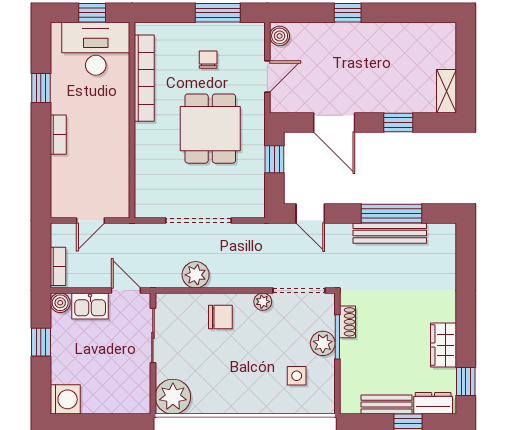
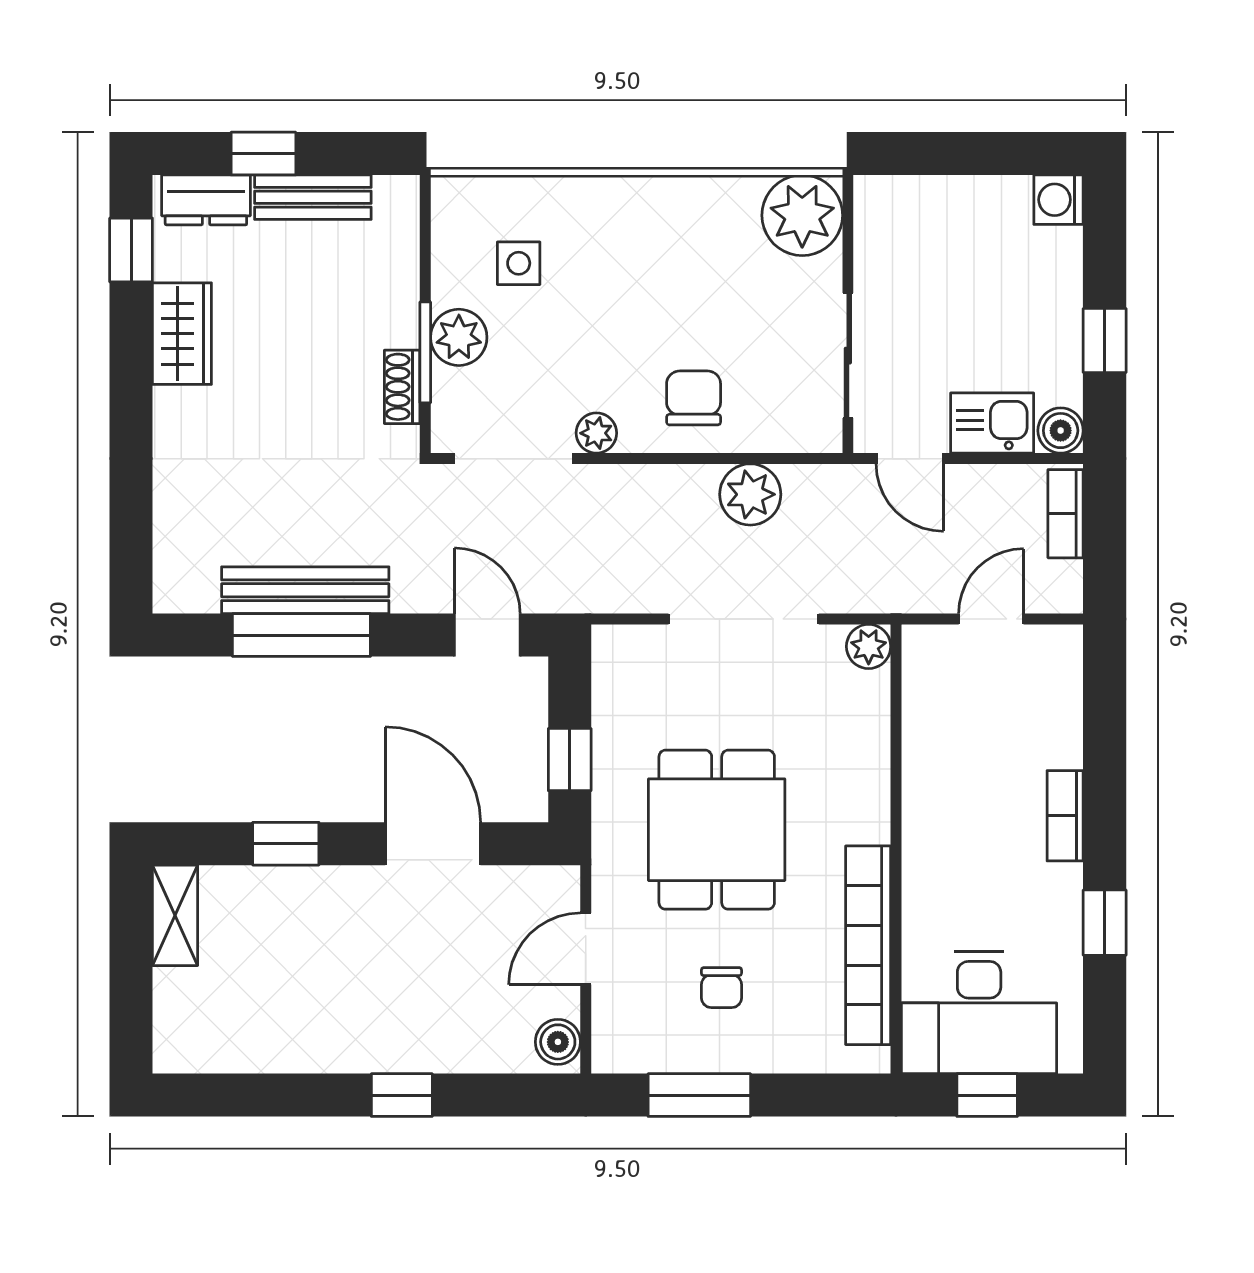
plant: (144, 209) -> (869, 646), added
chair: (220, 317) -> (694, 398), turned 90
washing machine: (65, 399) -> (1059, 200), width x0.73, depth x0.73

